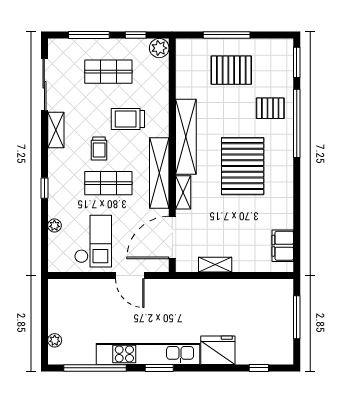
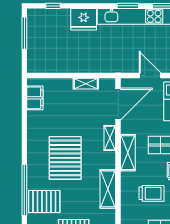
pallet: (270, 108) -> (44, 201), width x1.50, depth x1.42
shelving: (186, 137) -> (108, 189), width x0.68
shelving: (159, 173) -> (128, 153), width x0.68
window: (297, 317) -> (24, 33), moved

